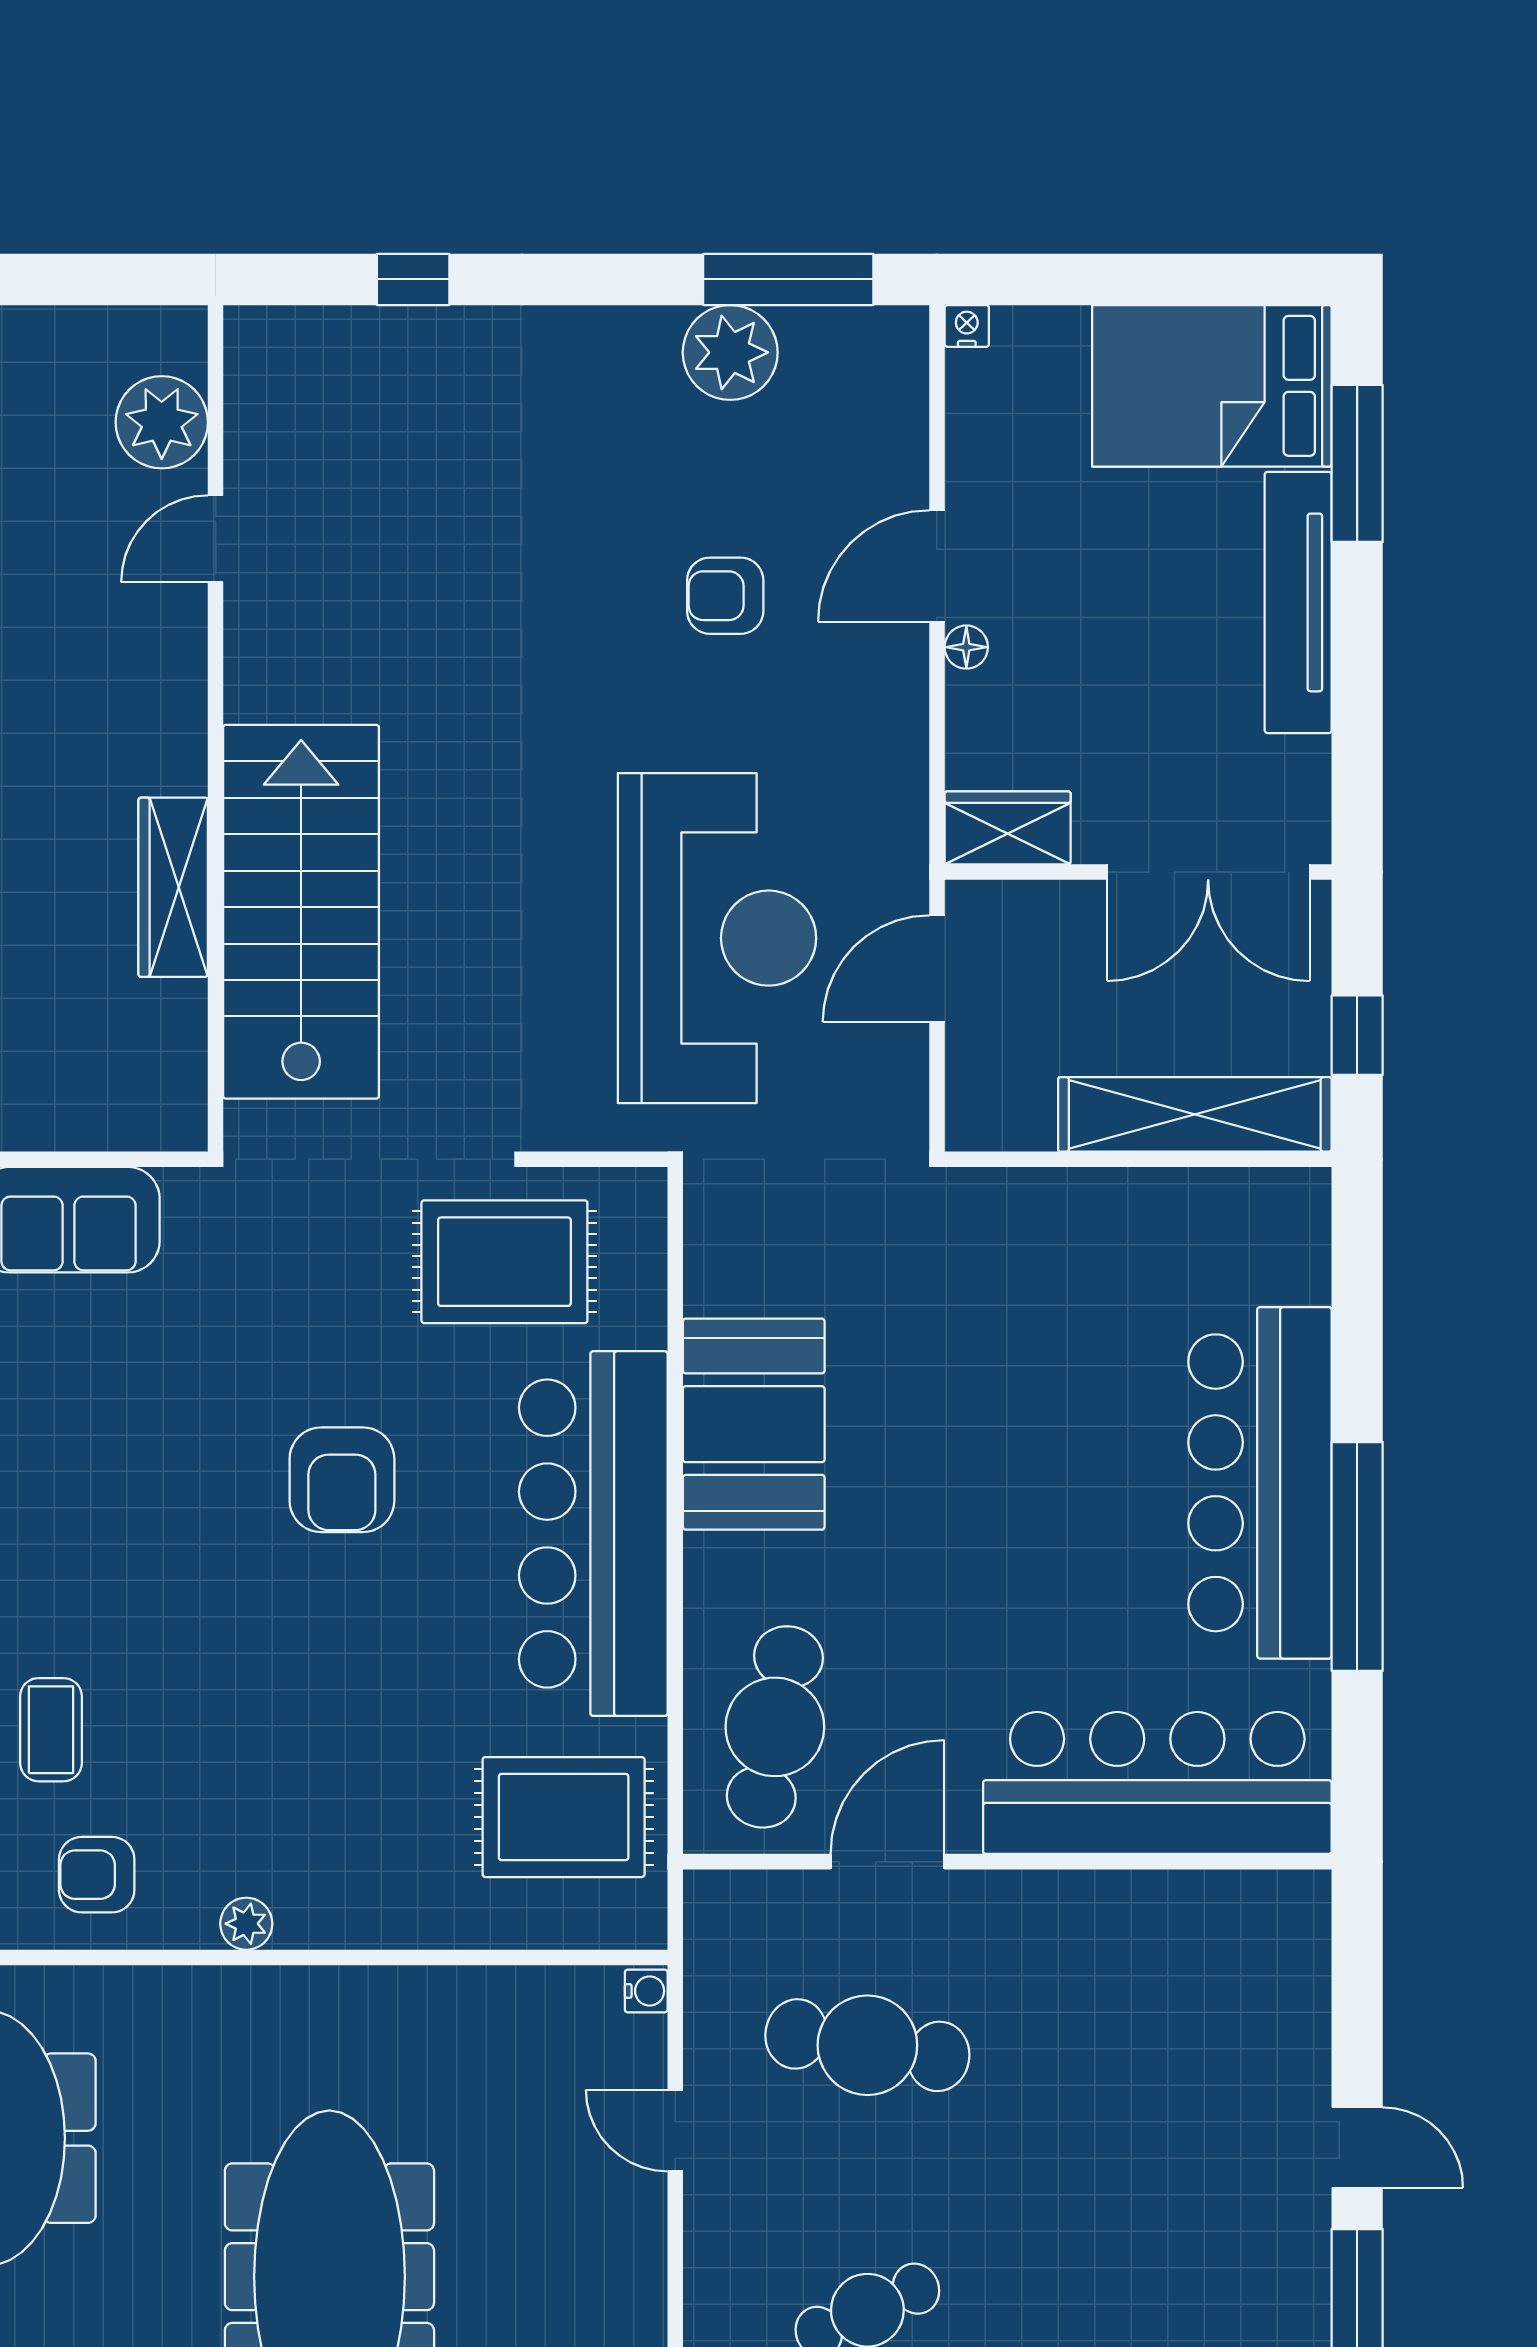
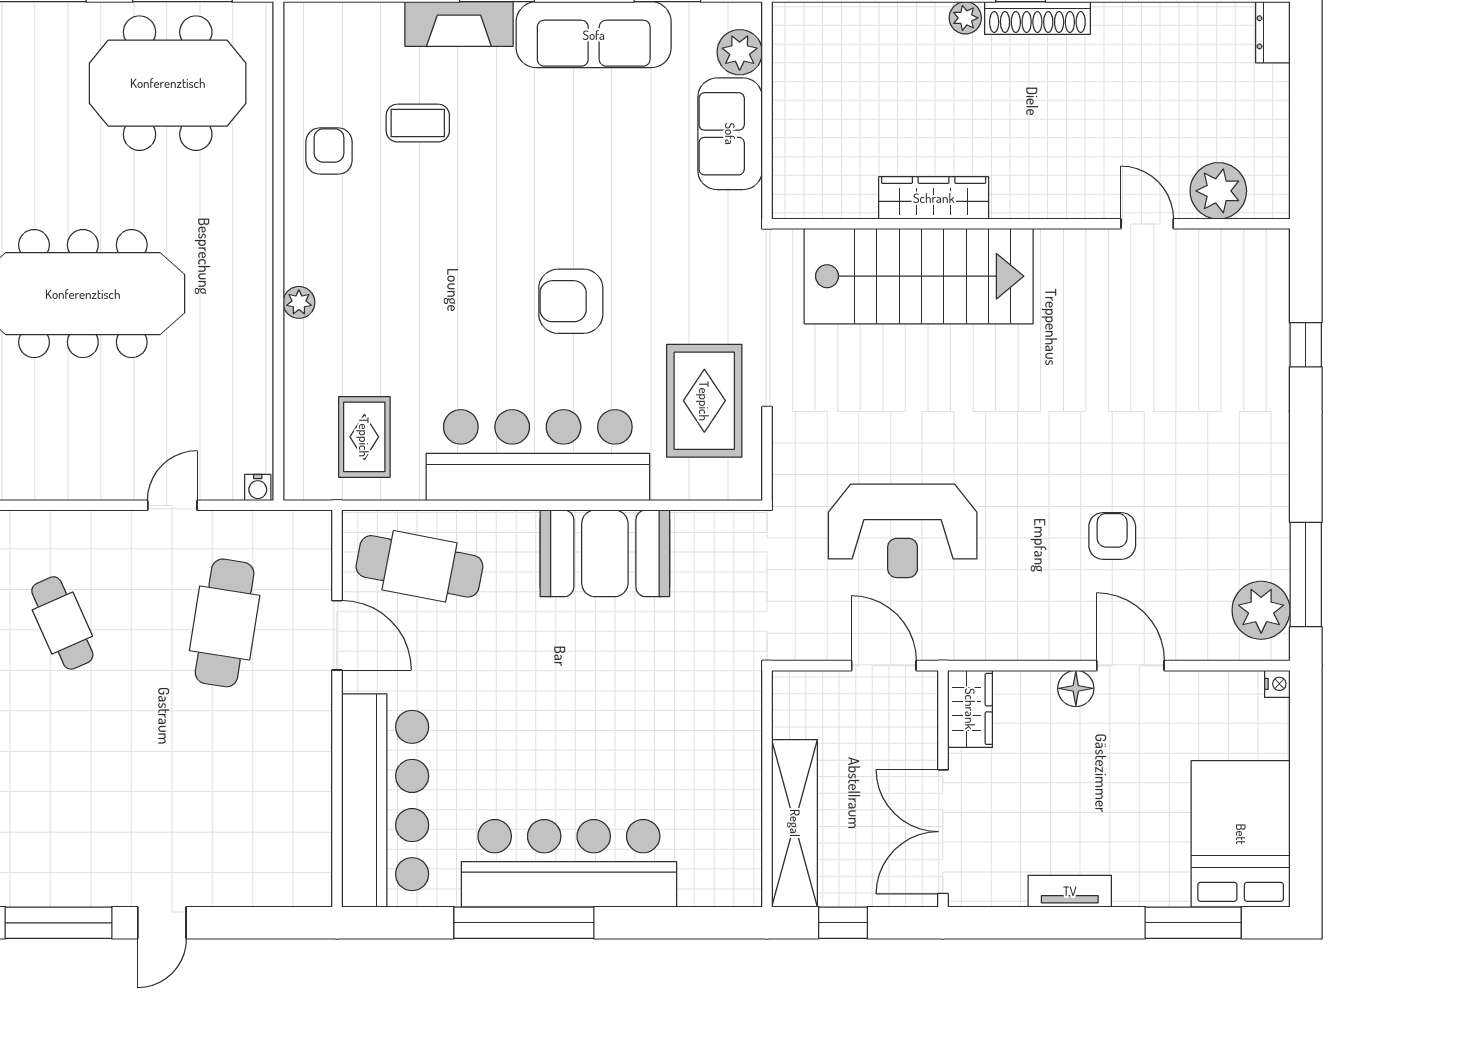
plant: (730, 352) -> (1261, 610), moved
tv unit: (1298, 602) -> (1070, 891), width x0.52, depth x0.78
floor lamp: (966, 647) -> (1076, 688), width x1.37, depth x1.37
reception desk: (717, 938) -> (903, 531), width x0.74, depth x0.77
rug: (564, 1817) -> (364, 437), width x0.73, depth x0.70
plant: (246, 1924) -> (299, 302), moved

